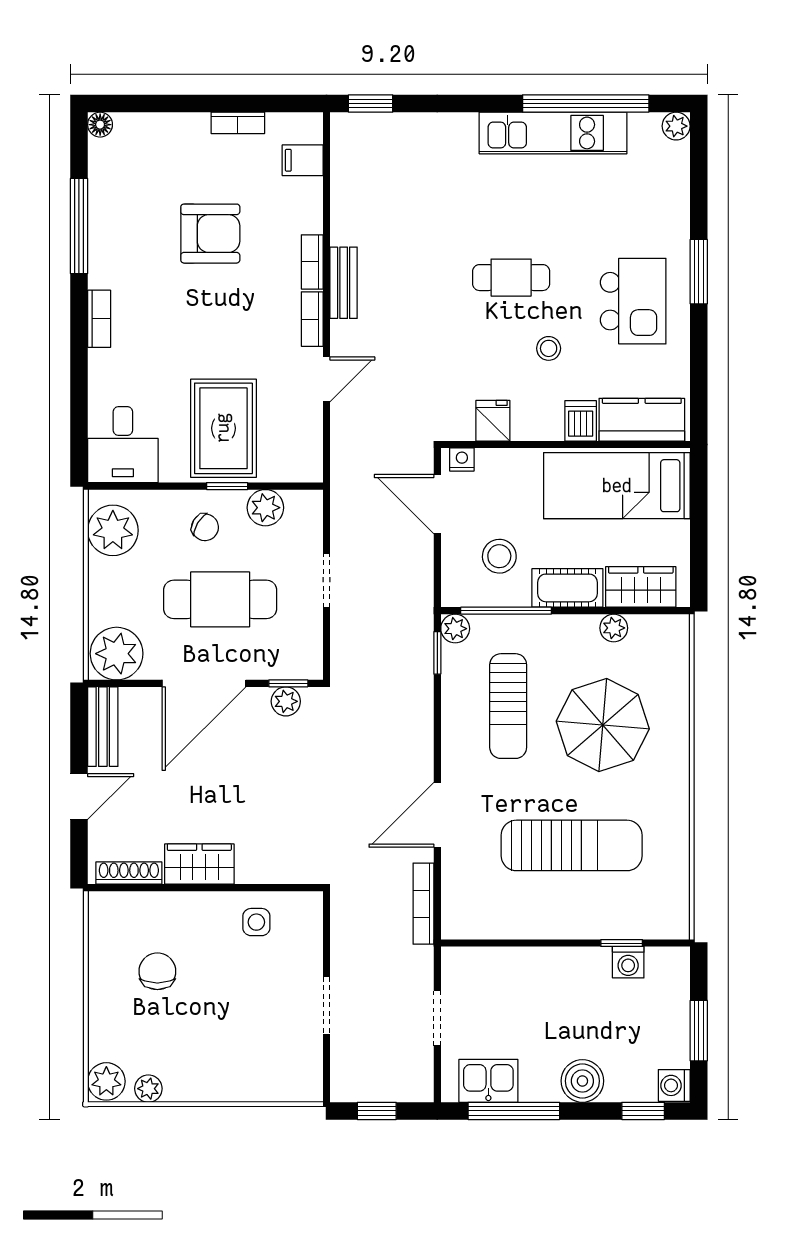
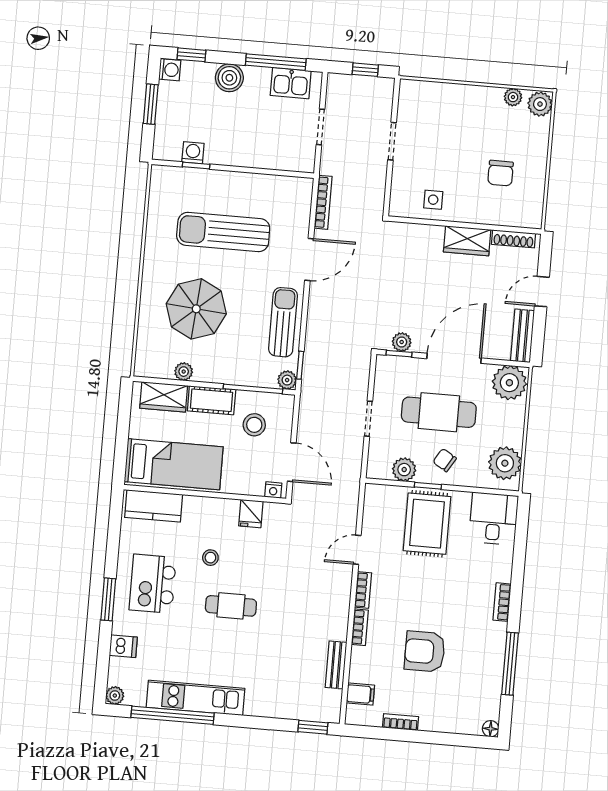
bench: (344, 283) -> (336, 665), moved
dishwasher: (581, 421) -> (123, 646), moved, turned -90
sun lounger: (508, 706) -> (283, 322), moved

